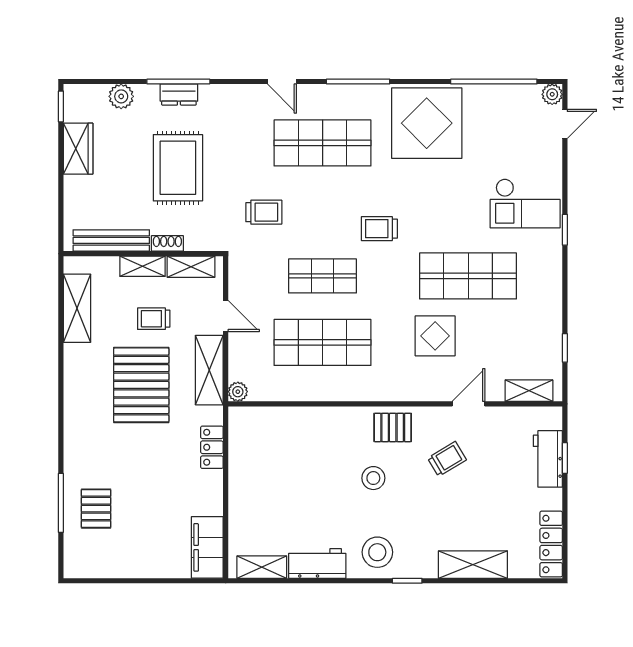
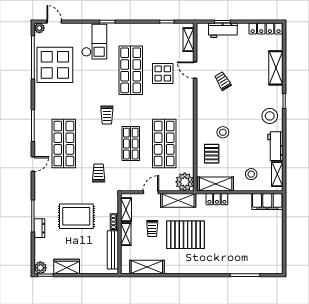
dresser: (179, 94) -> (39, 228), moved
plant: (121, 96) -> (40, 268), moved
display table: (427, 123) -> (55, 65), moved
display table: (435, 336) -> (163, 73), moved
plant: (238, 392) -> (185, 182), width x1.88, depth x1.88
pallet: (393, 427) -> (212, 154), moved
shelving: (242, 445) -> (216, 184), added
stool: (373, 478) -> (223, 132), moved
pallet: (96, 509) -> (248, 257), removed
stool: (262, 515) -> (251, 174), added

